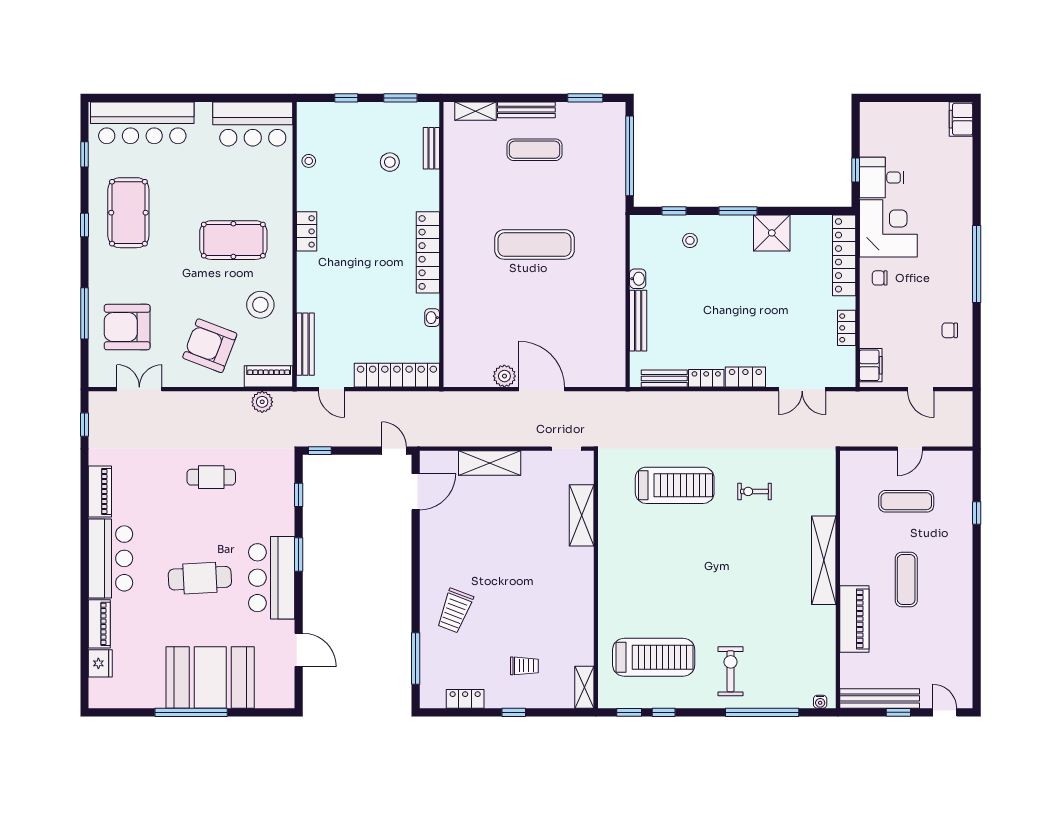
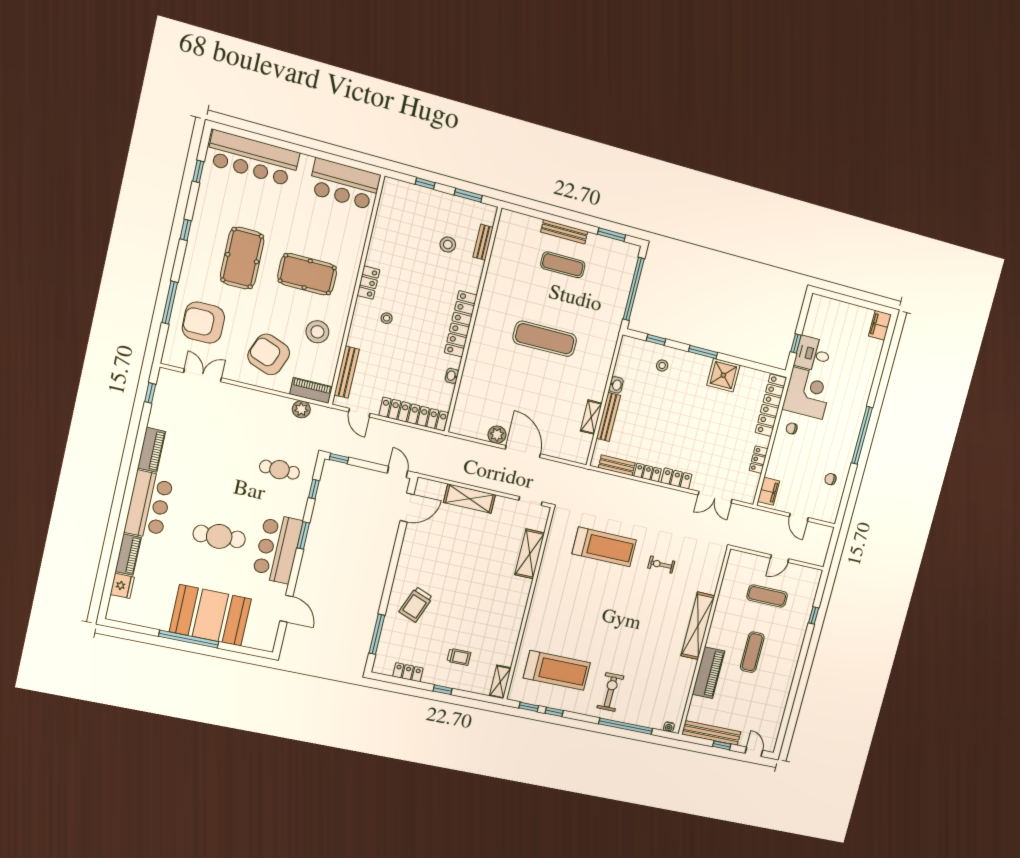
shelving: (476, 111) -> (591, 417), moved, turned 90
stool: (309, 161) -> (387, 318), moved
pool table: (128, 213) -> (242, 258), moved
cafe table: (211, 477) -> (279, 470), moved

